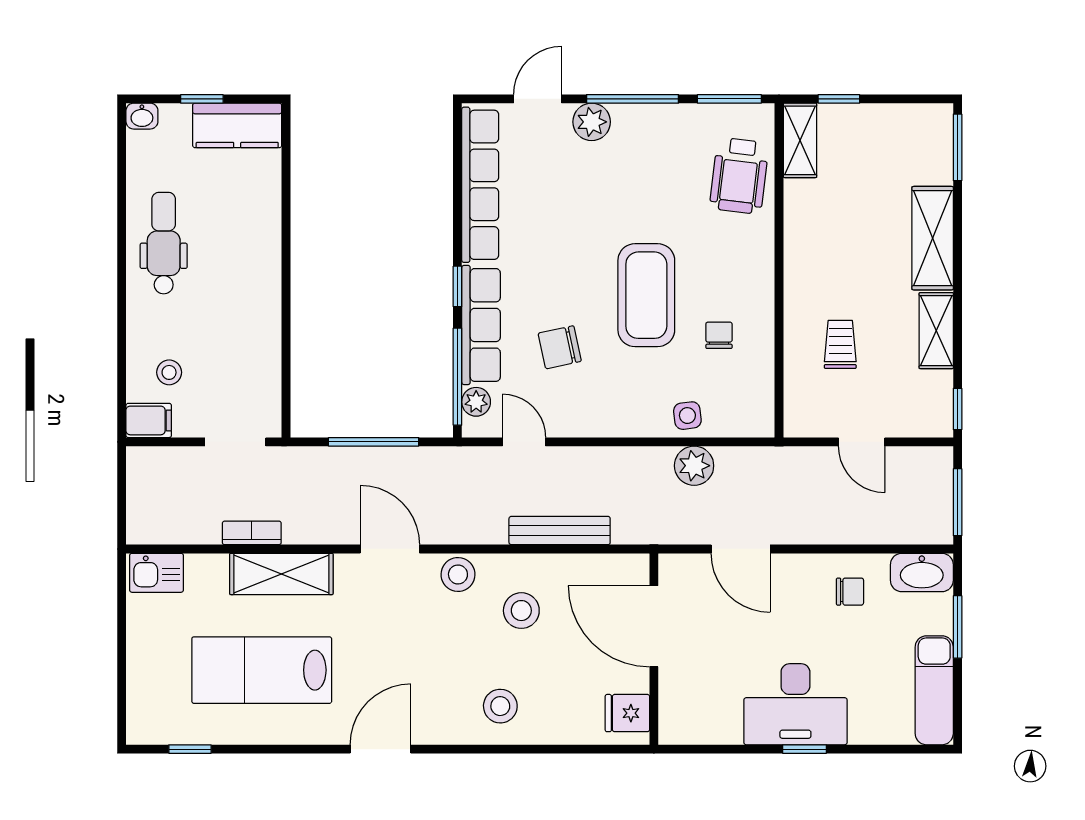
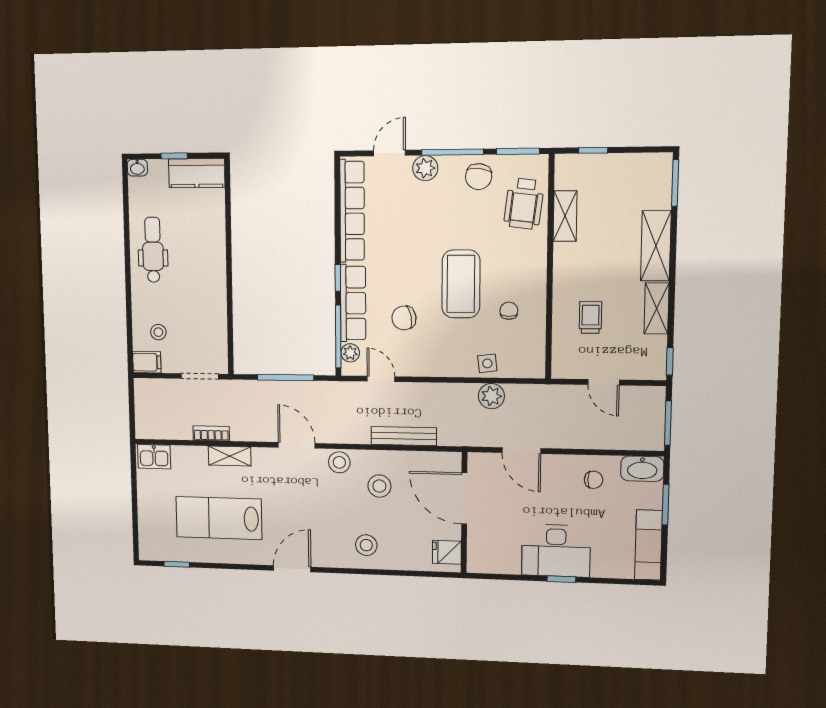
chair: (672, 135) -> (479, 177), added
shelving: (800, 140) -> (565, 216), moved
shelving: (281, 574) -> (230, 456), width x0.67, depth x0.75

